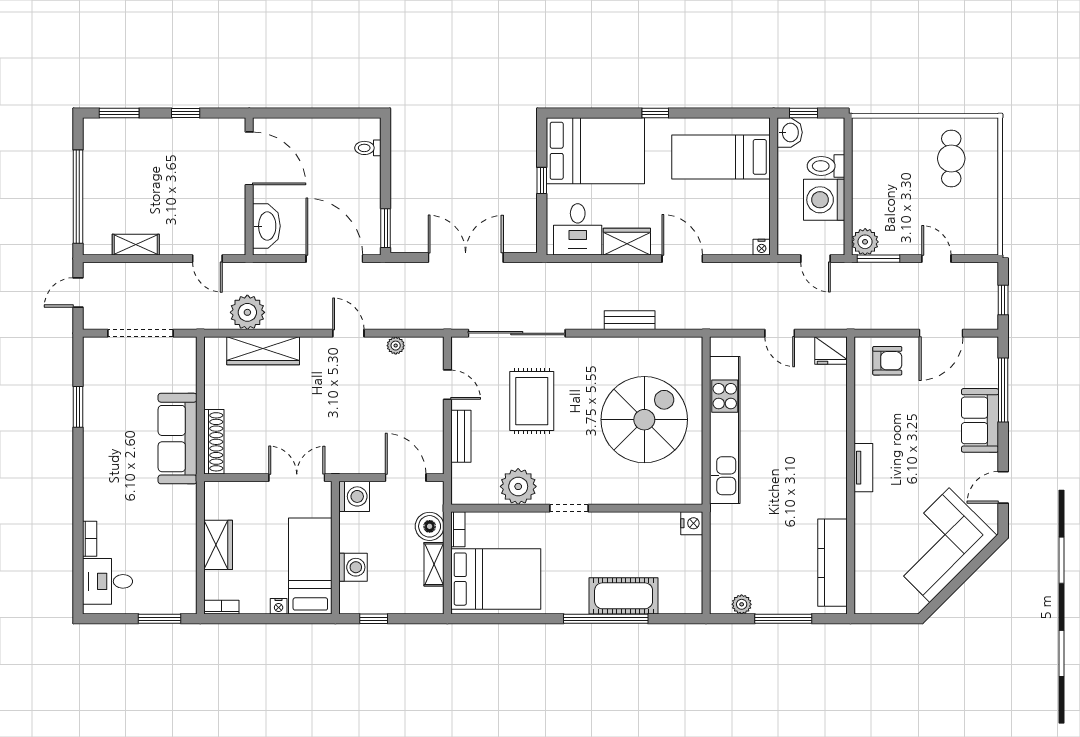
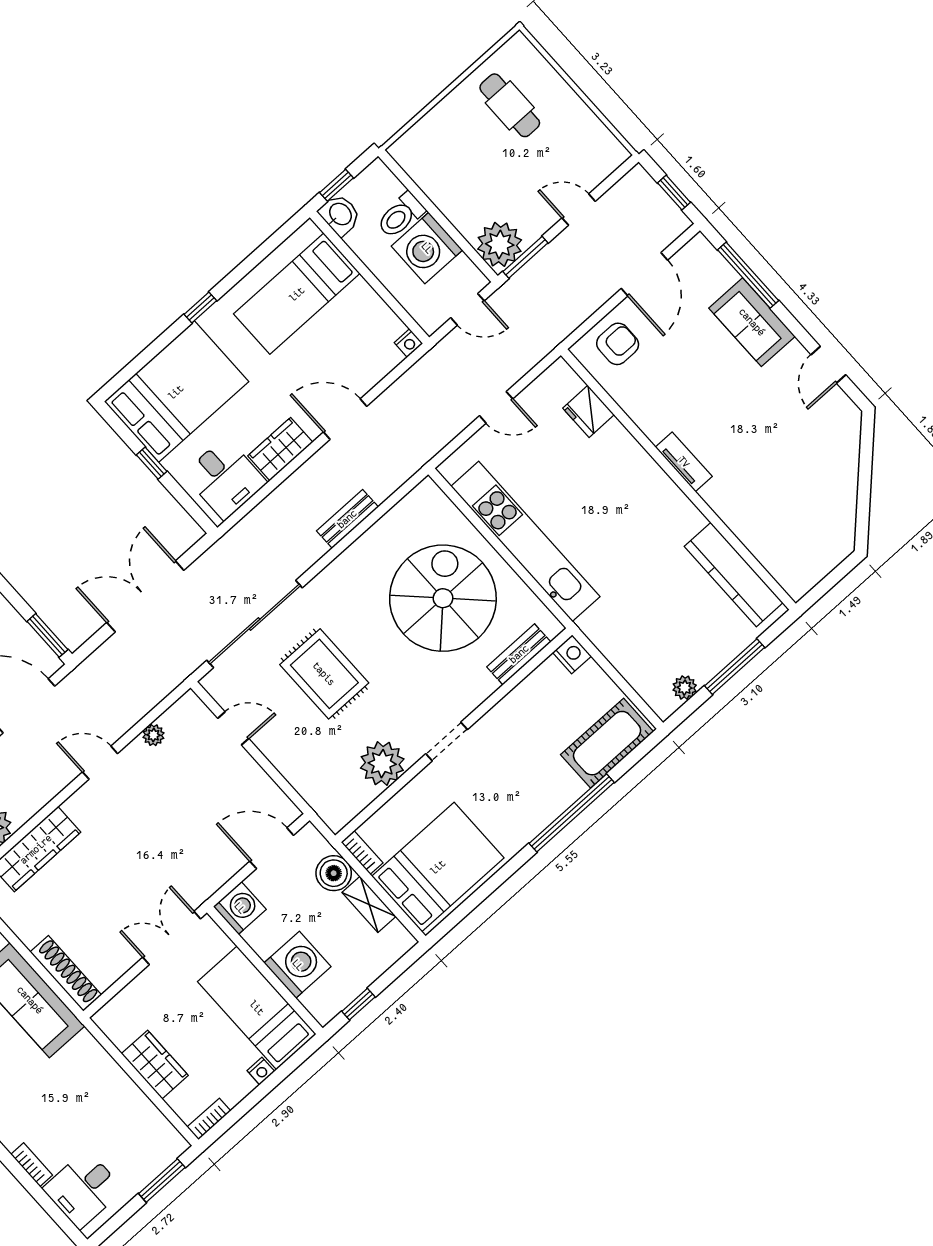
plant: (865, 242) -> (500, 244), width x1.36, depth x1.36
fridge: (831, 351) -> (589, 411), moved, turned 90
bench: (461, 436) -> (519, 654), moved, turned 90
corner sofa: (940, 545) -> (818, 470), removed
washing machine: (353, 567) -> (298, 965), width x1.37, depth x1.37
cot: (624, 596) -> (607, 743), moved

